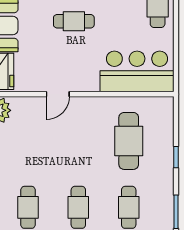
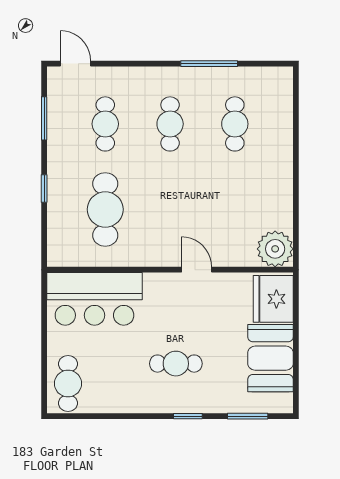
door: (58, 94) -> (197, 270), hinge flipped

